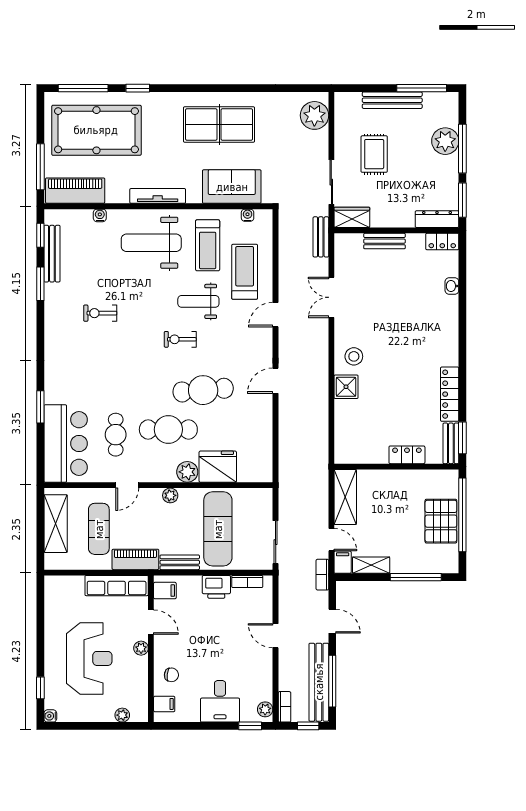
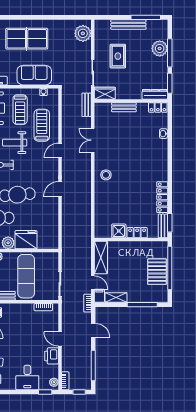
shower: (346, 387) -> (119, 231), moved
printer: (216, 587) -> (52, 356), moved, turned 90
bench: (319, 682) -> (85, 366), removed

